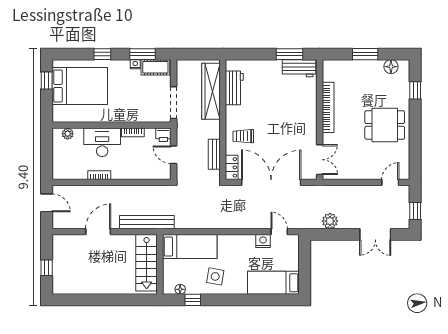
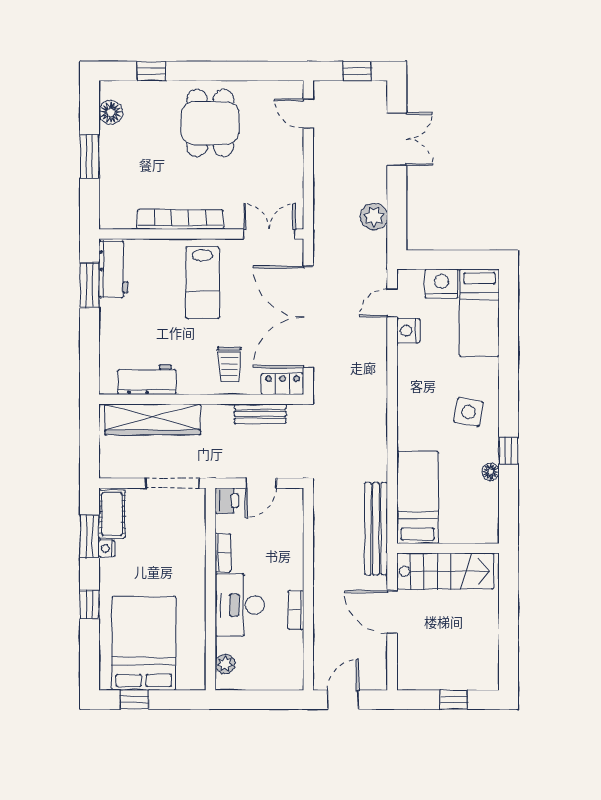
lab bench: (291, 120) -> (203, 283), added
bed: (190, 247) -> (418, 497), moved
nightstand: (291, 261) -> (441, 284), added
stairs: (147, 263) -> (445, 571), moved
wall: (160, 264) -> (448, 548), moved

